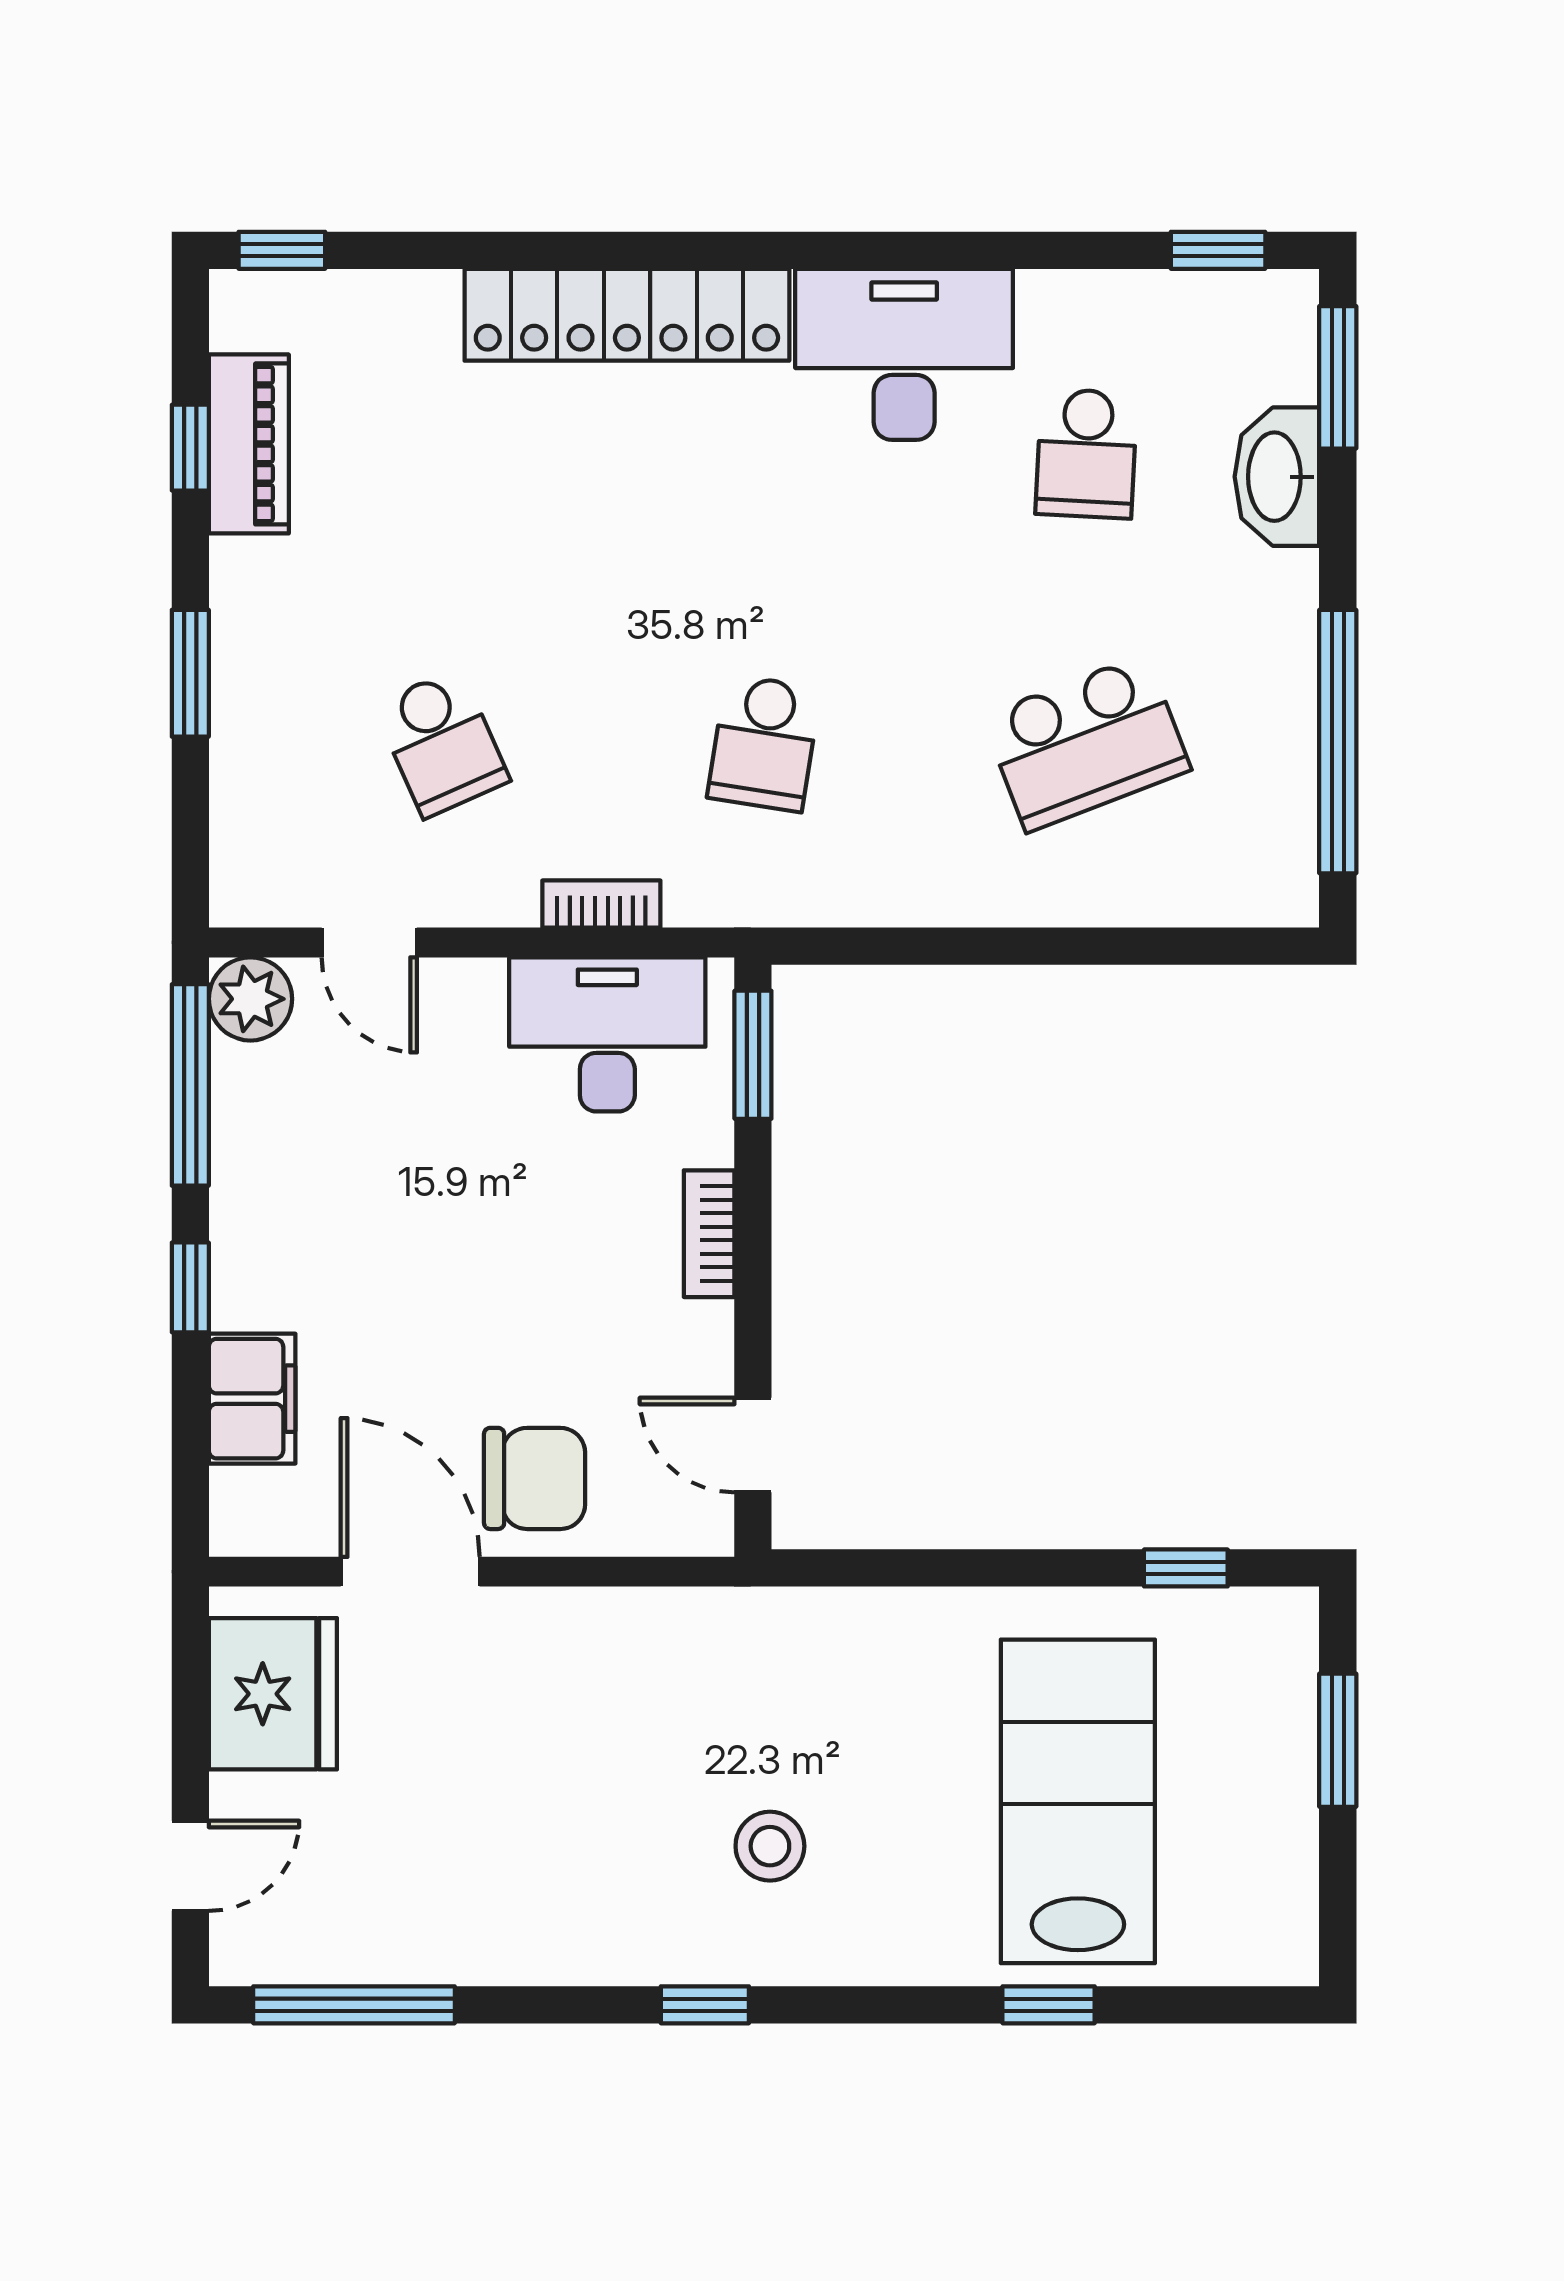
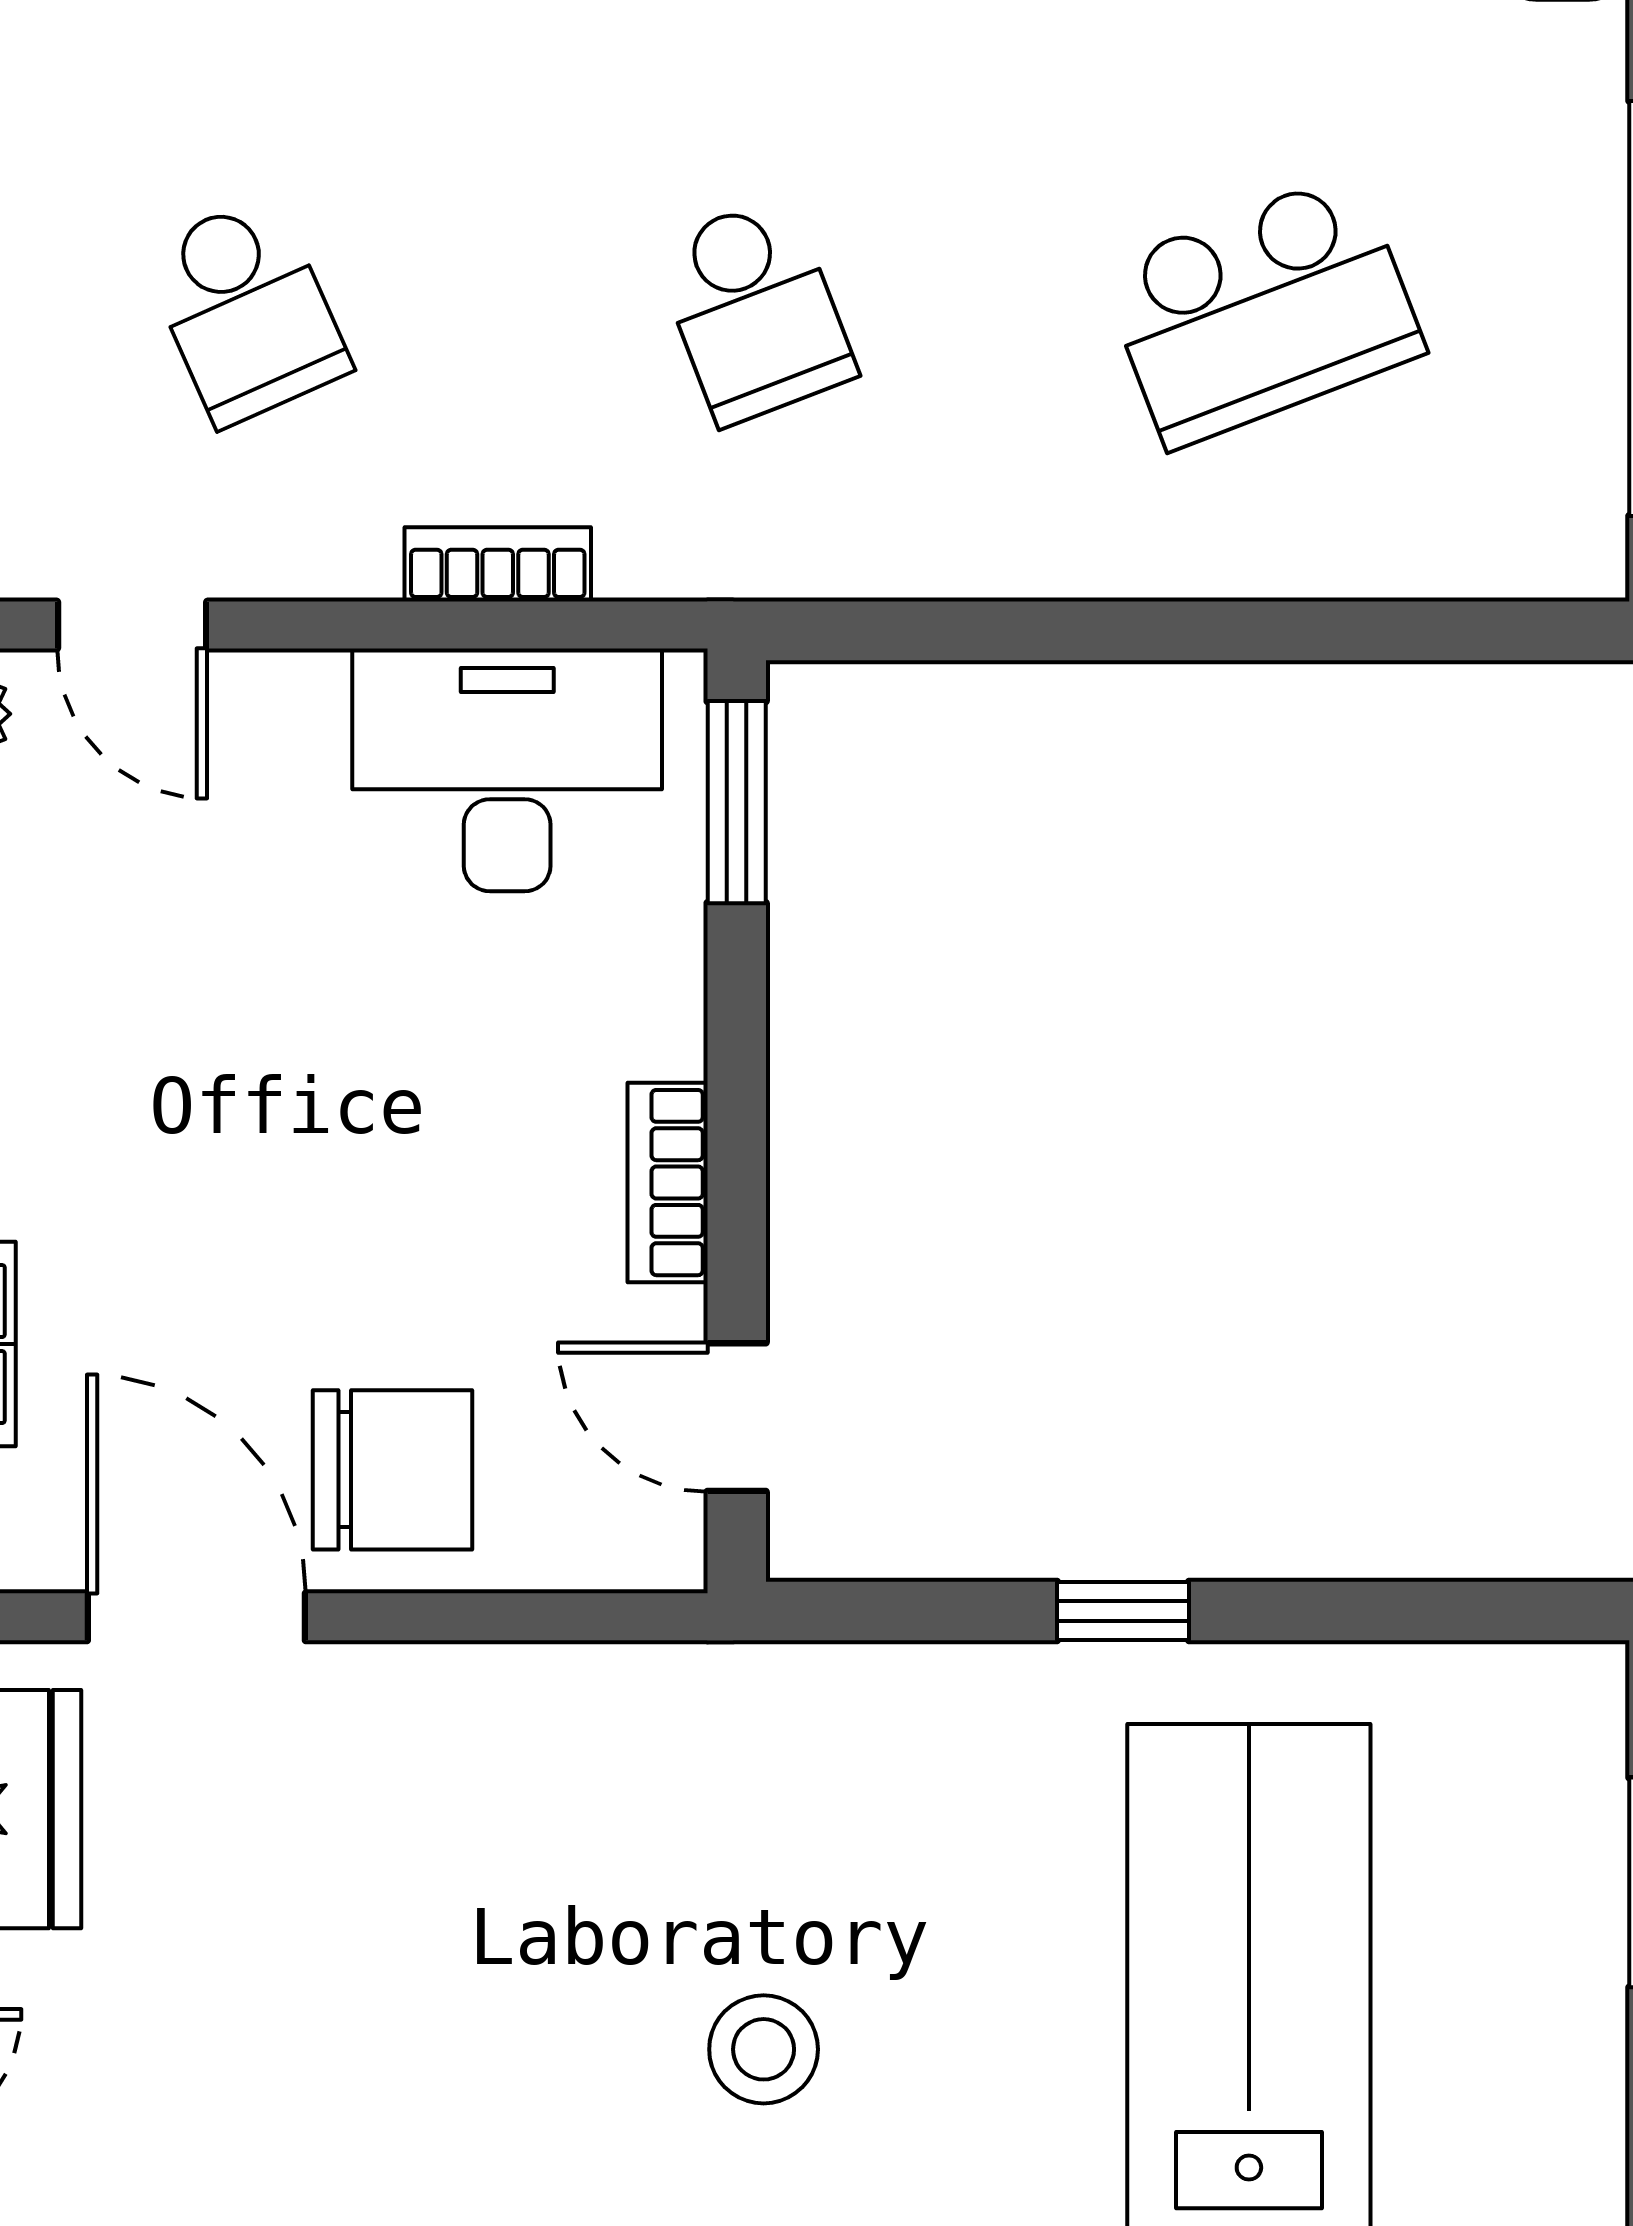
school desk: (764, 743) -> (754, 311), turned -30
bookcase: (709, 1234) -> (668, 1183), moved
window: (1186, 1568) -> (1123, 1611), moved

